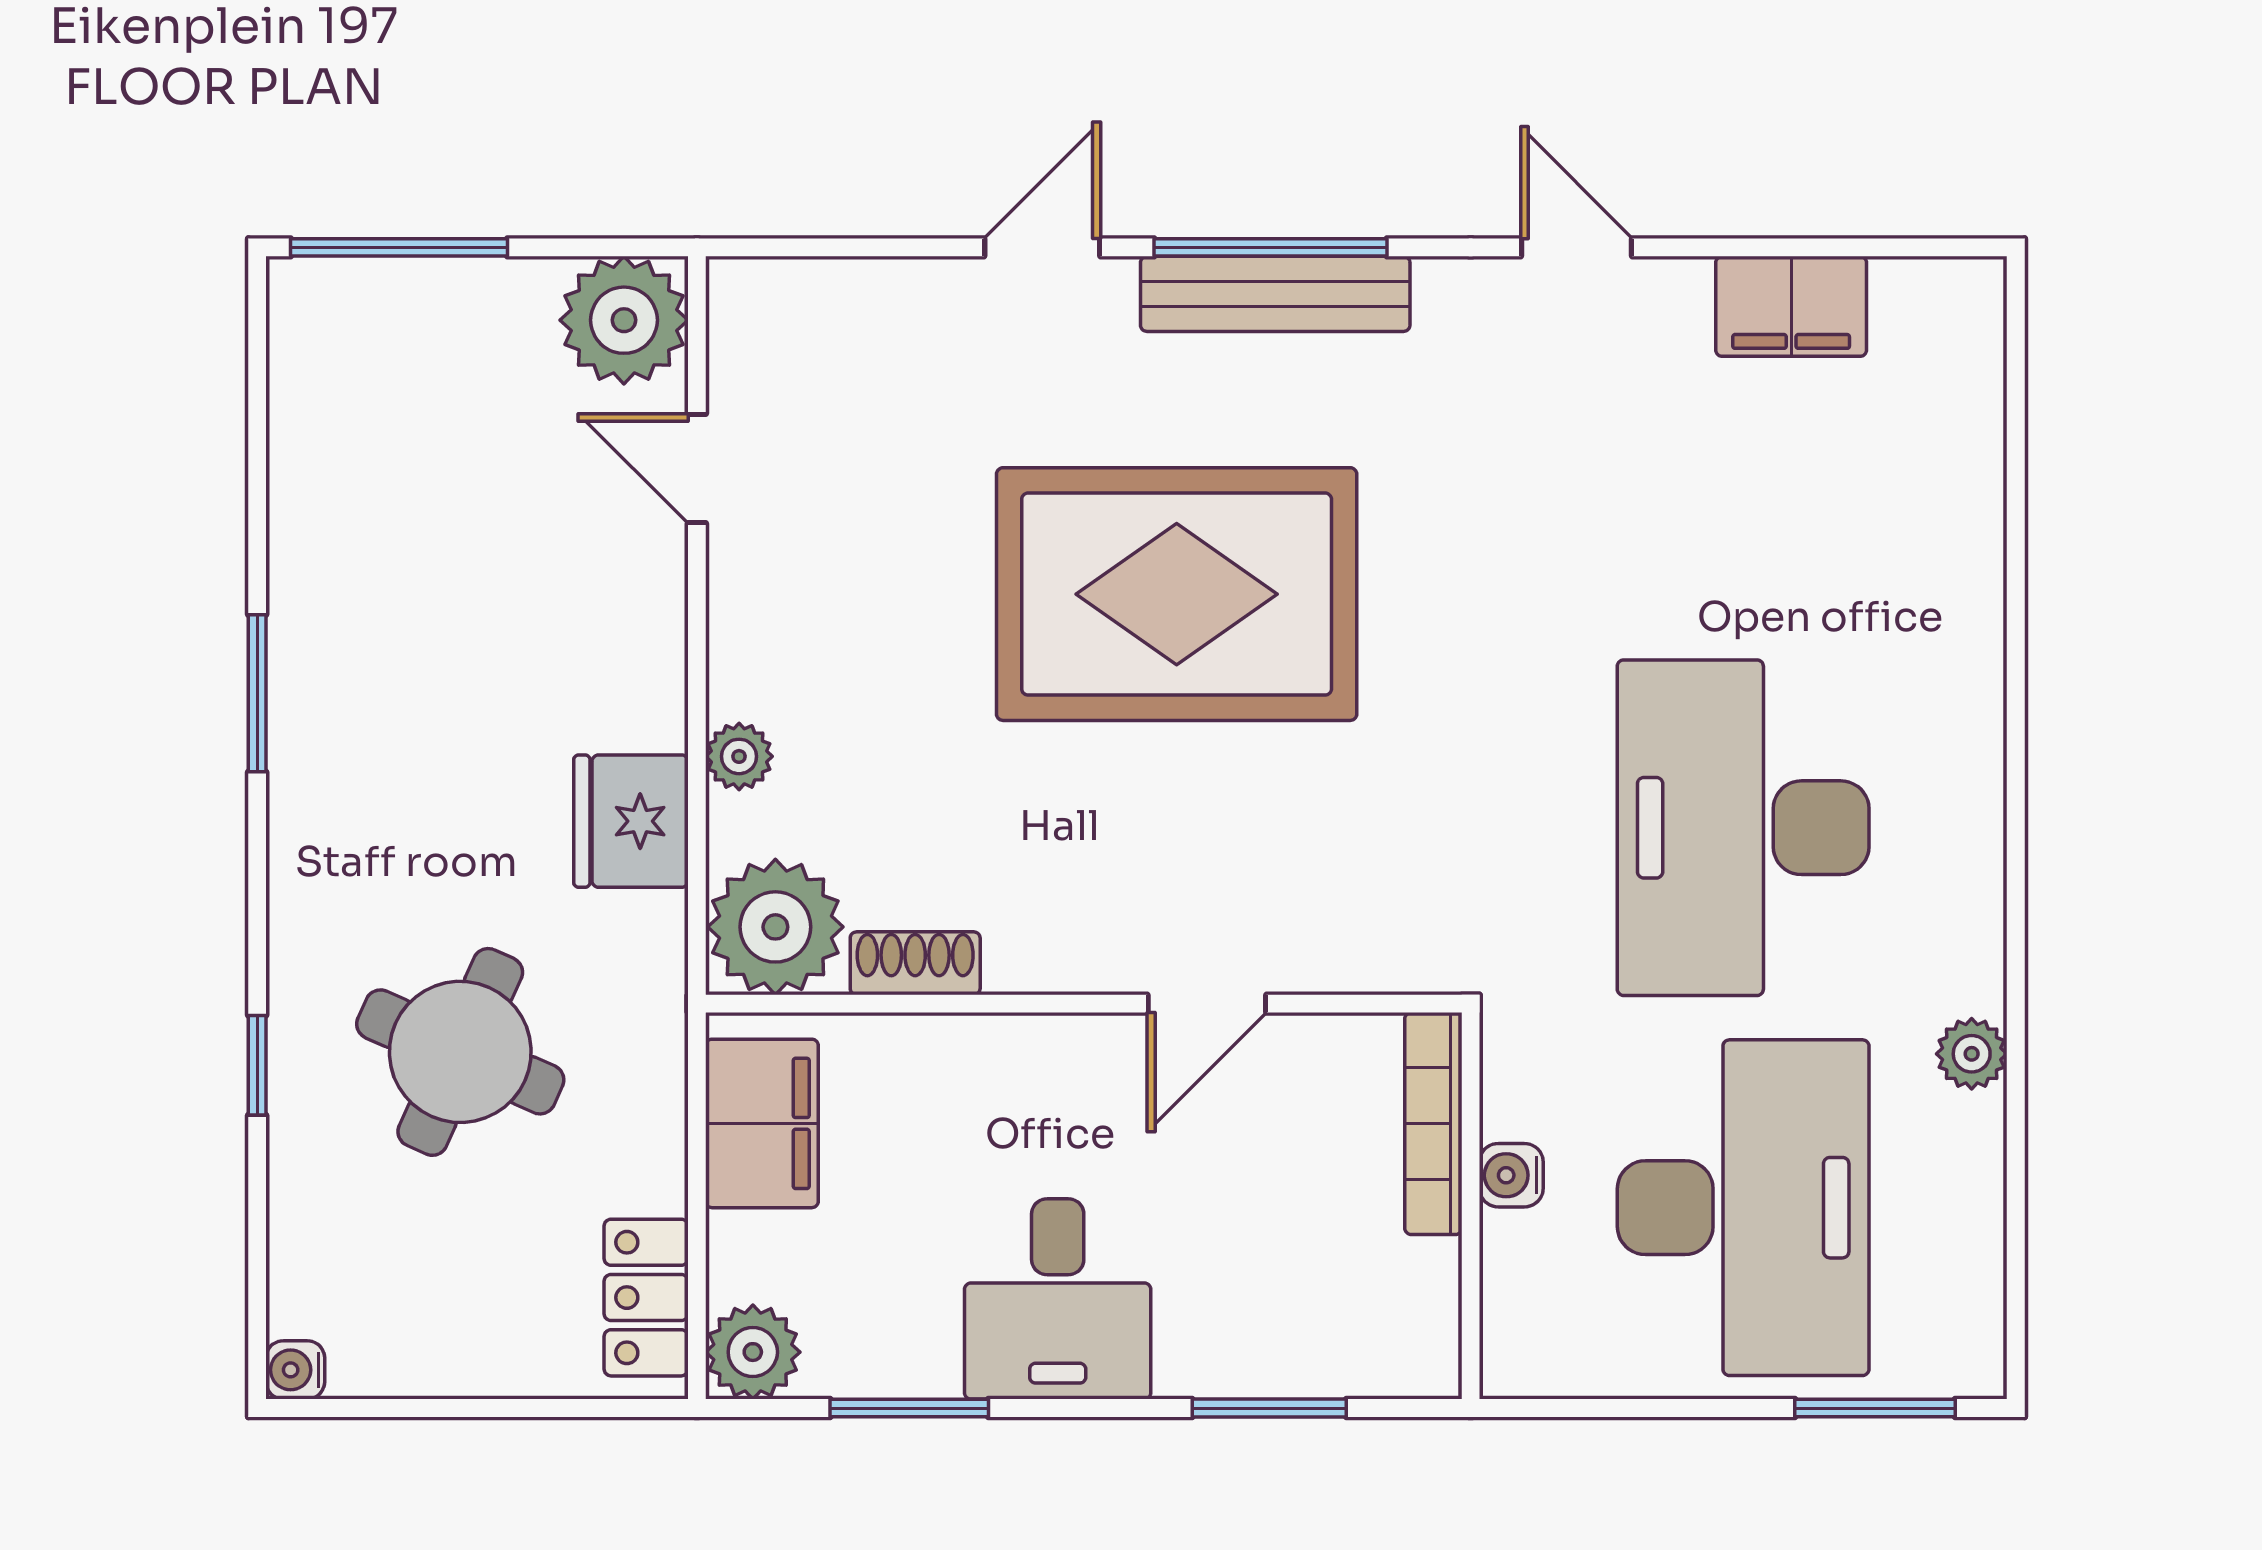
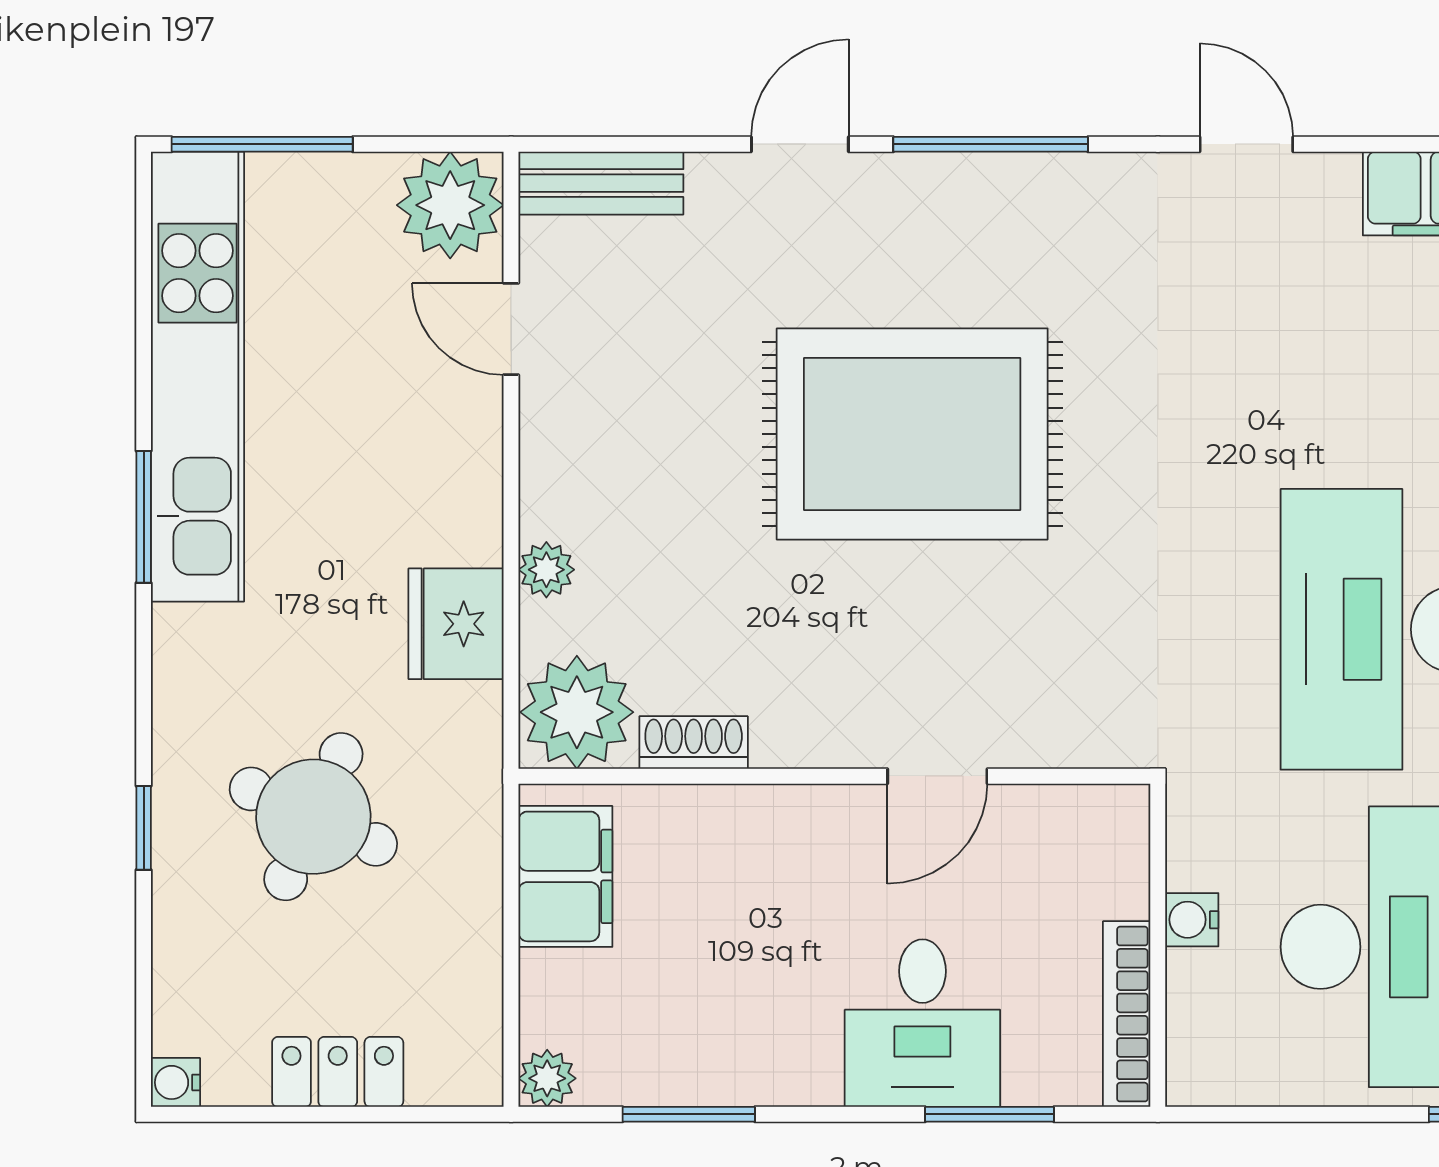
bench: (1275, 294) -> (601, 183), moved, width x0.73
kitchen unit: (322, 525) -> (198, 377), added
bookcase: (1433, 1123) -> (1127, 1014), moved
locker: (646, 1298) -> (338, 1072), moved, turned 90
desk: (1058, 1299) -> (922, 1023), moved
plant: (753, 1352) -> (547, 1078), width x0.73, depth x0.73

